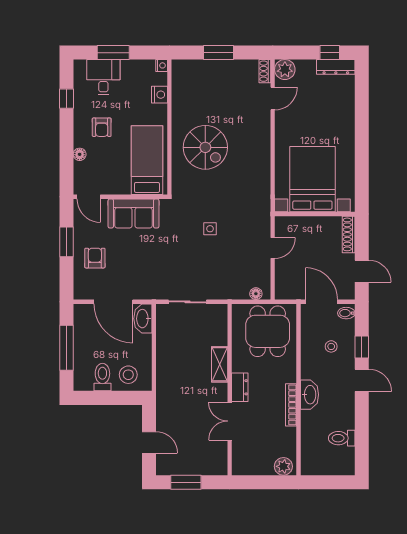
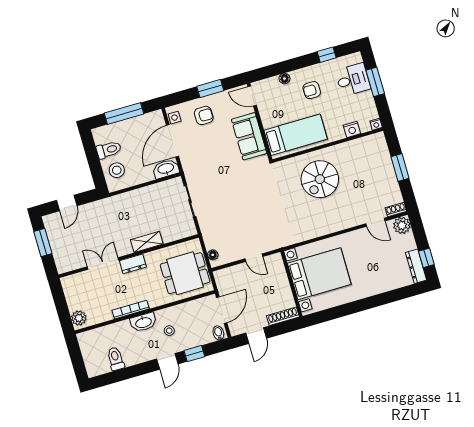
door: (89, 197) -> (252, 96), hinge flipped
side table: (210, 229) -> (175, 118), moved
stool: (331, 346) -> (169, 331), moved

